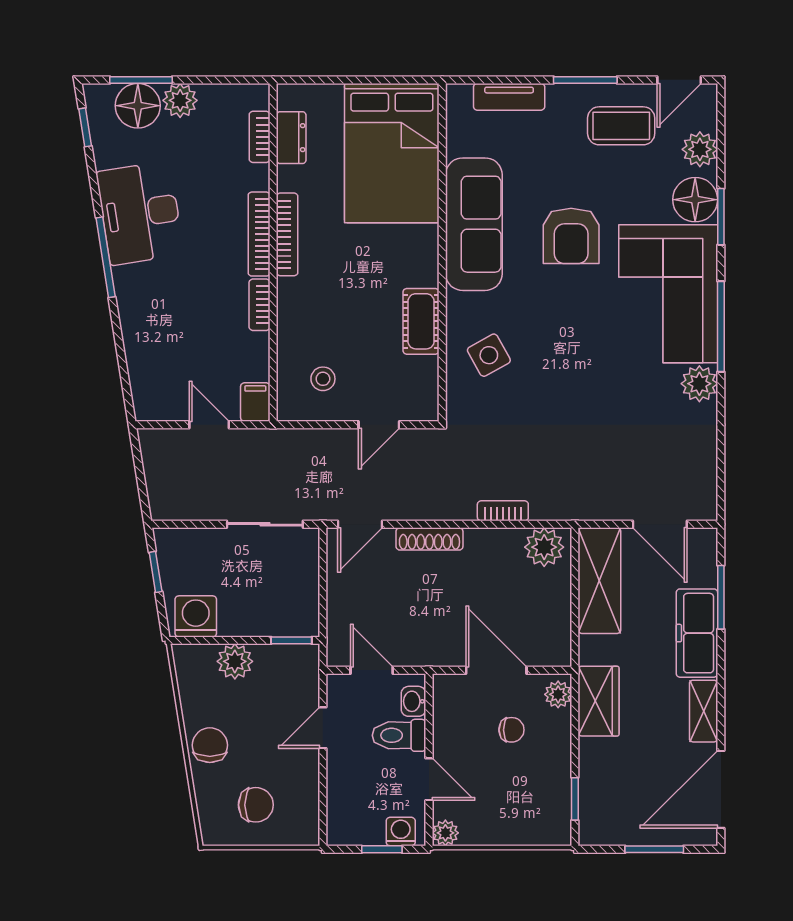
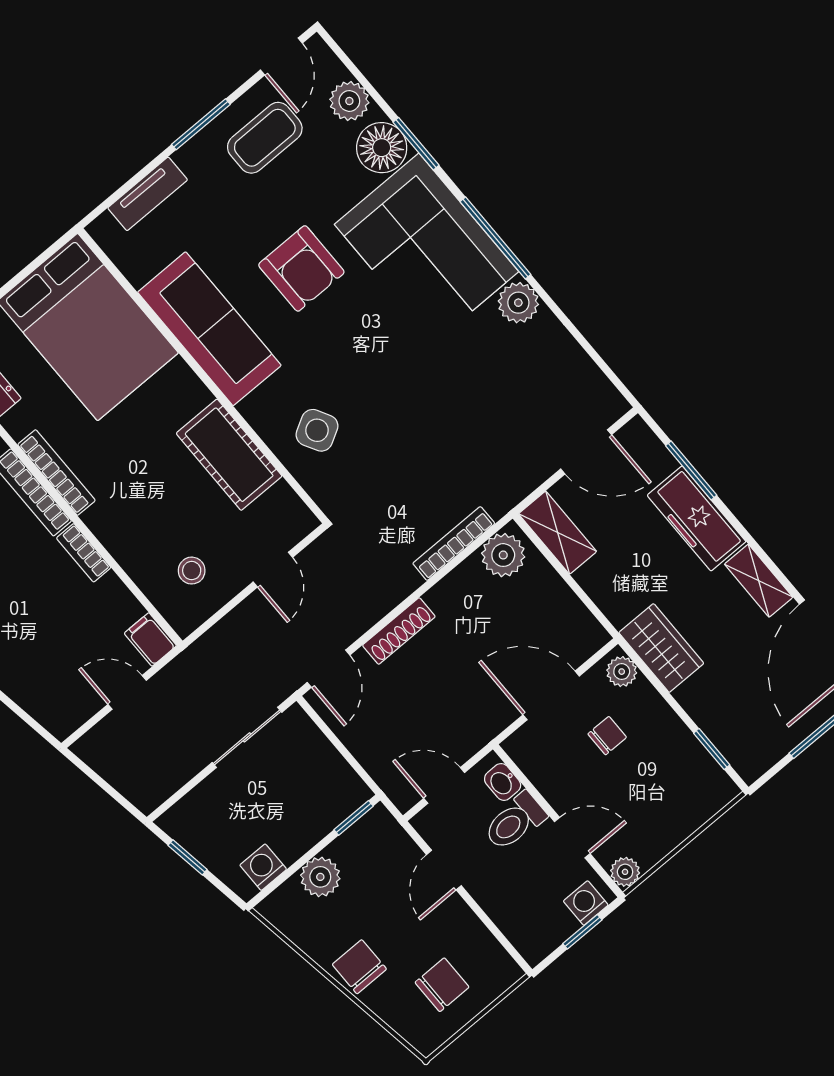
cot: (421, 321) -> (229, 455), width x1.37, depth x1.34
bookcase: (503, 511) -> (454, 543), width x1.56
shelving: (599, 581) -> (558, 533), width x0.67, depth x0.75
washing machine: (196, 616) -> (263, 867), width x0.73, depth x0.73

